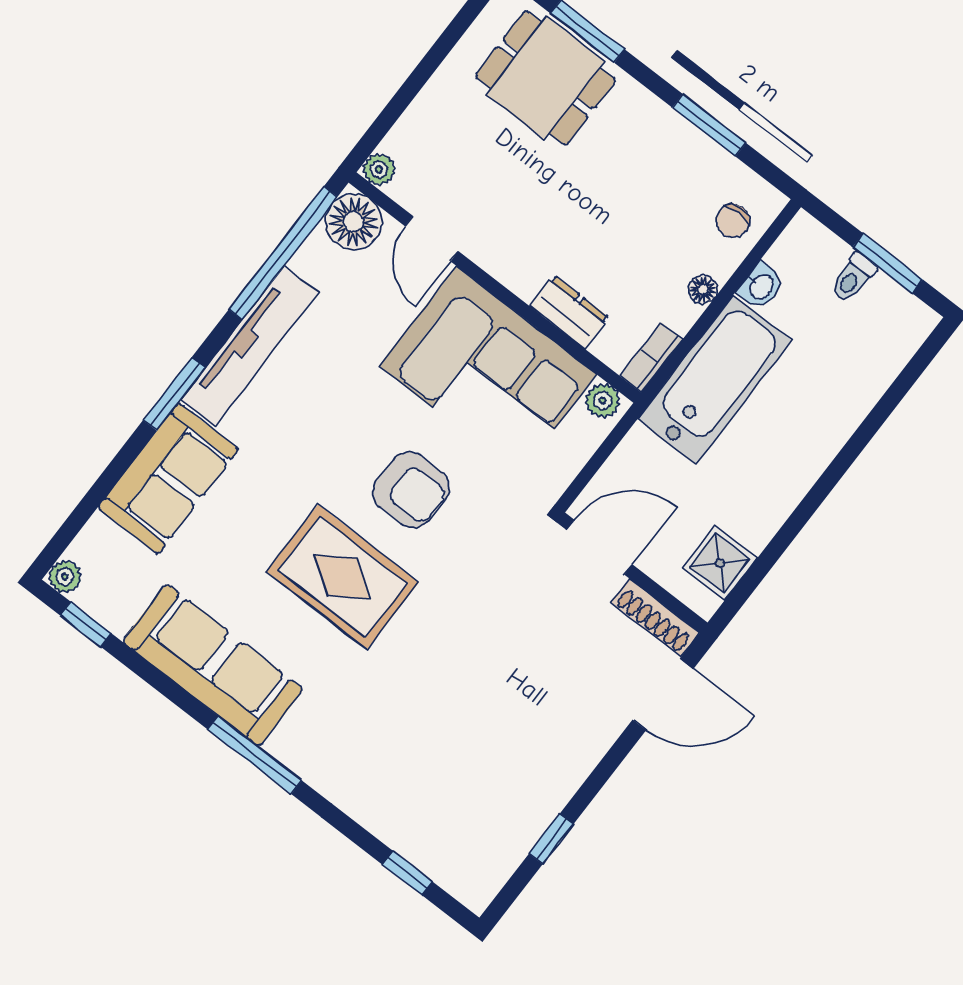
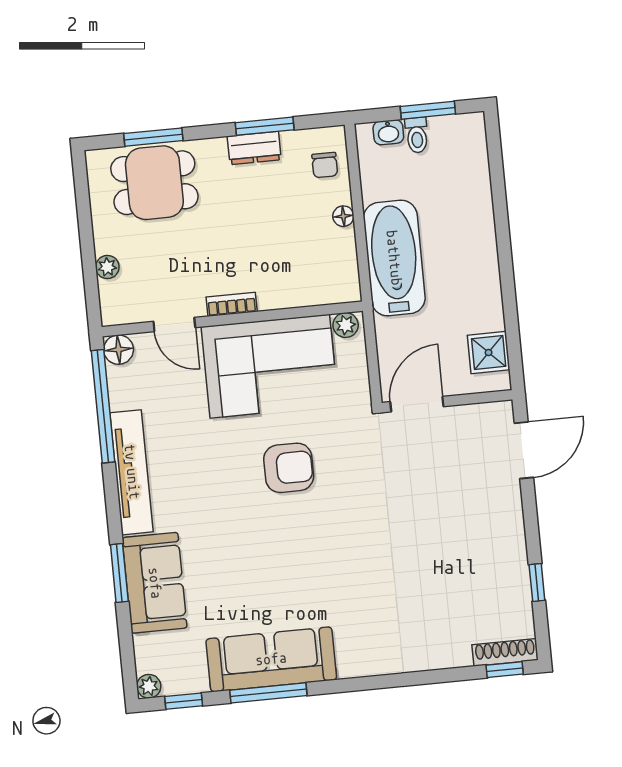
plant: (379, 170) -> (107, 267), moved
floor lamp: (354, 222) -> (119, 350), width x0.73, depth x0.73
washbasin: (761, 286) -> (388, 132), moved, turned 90
dresser: (569, 312) -> (254, 148), moved, turned 180
bookcase: (651, 358) -> (232, 304), moved, turned 90
window: (174, 394) -> (119, 573), moved
rug: (342, 577) -> (296, 548), removed
shoe rack: (655, 618) -> (505, 652), moved, turned 180
window: (255, 755) -> (268, 693), moved
window: (407, 873) -> (505, 670), moved

